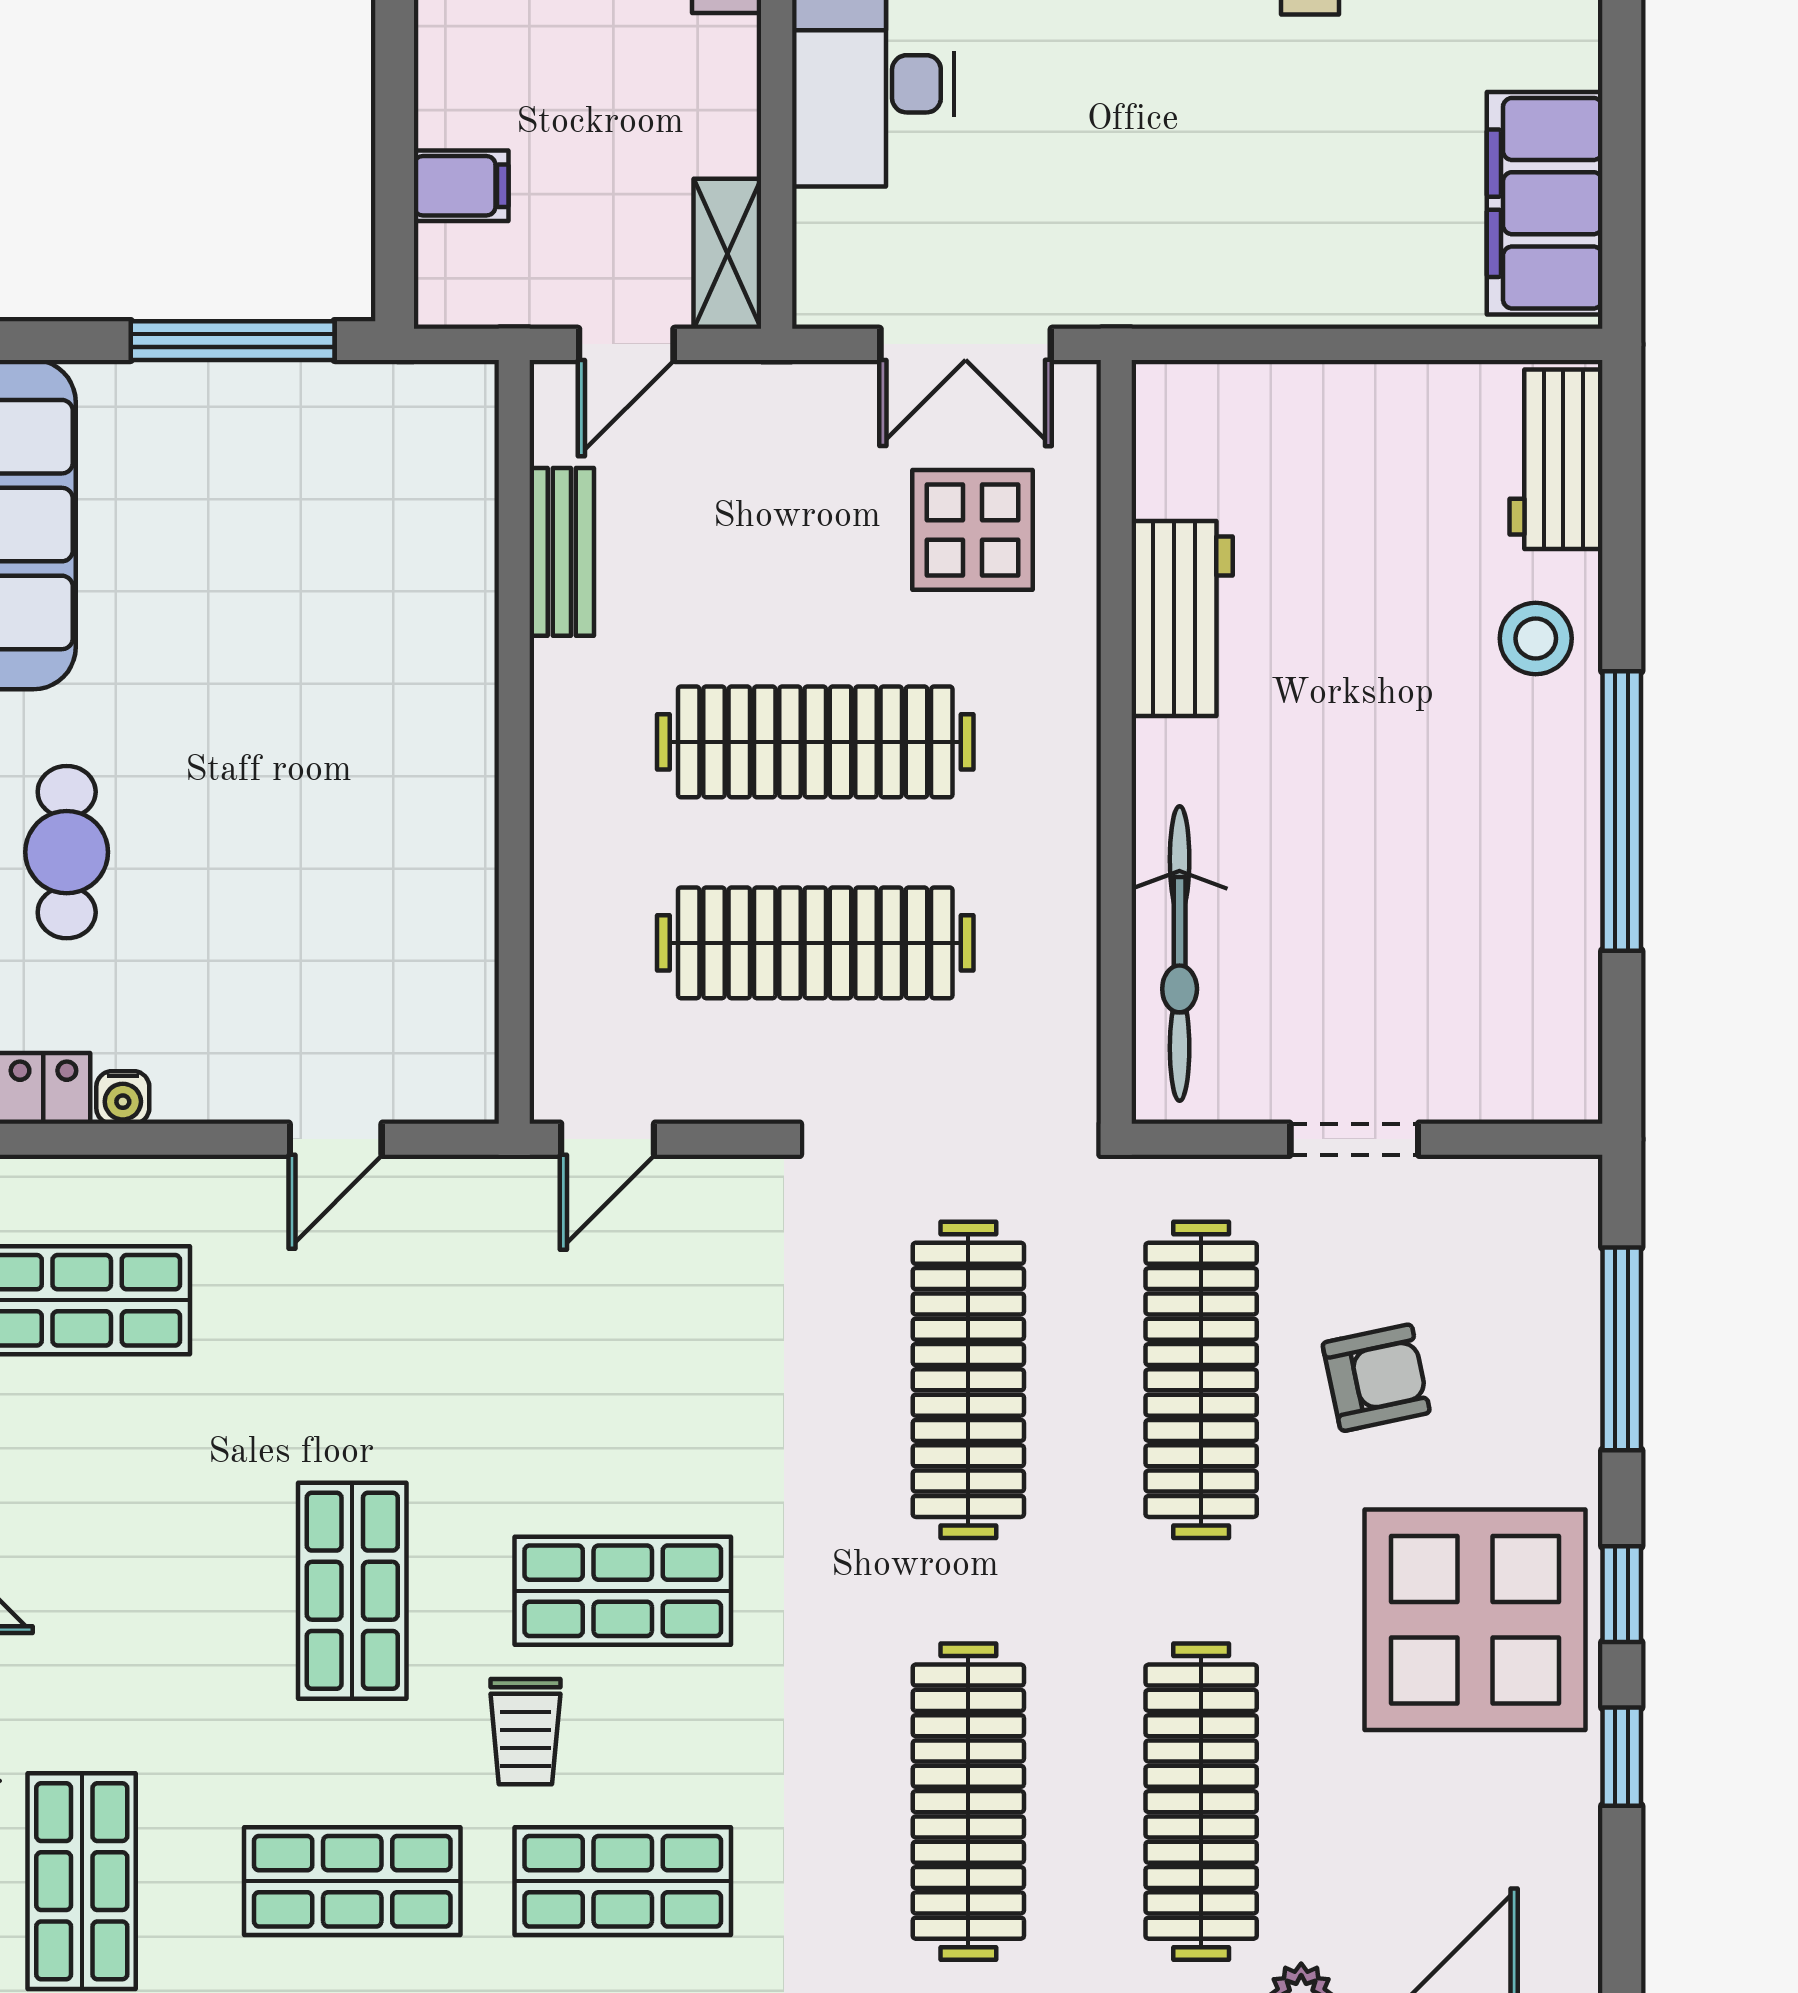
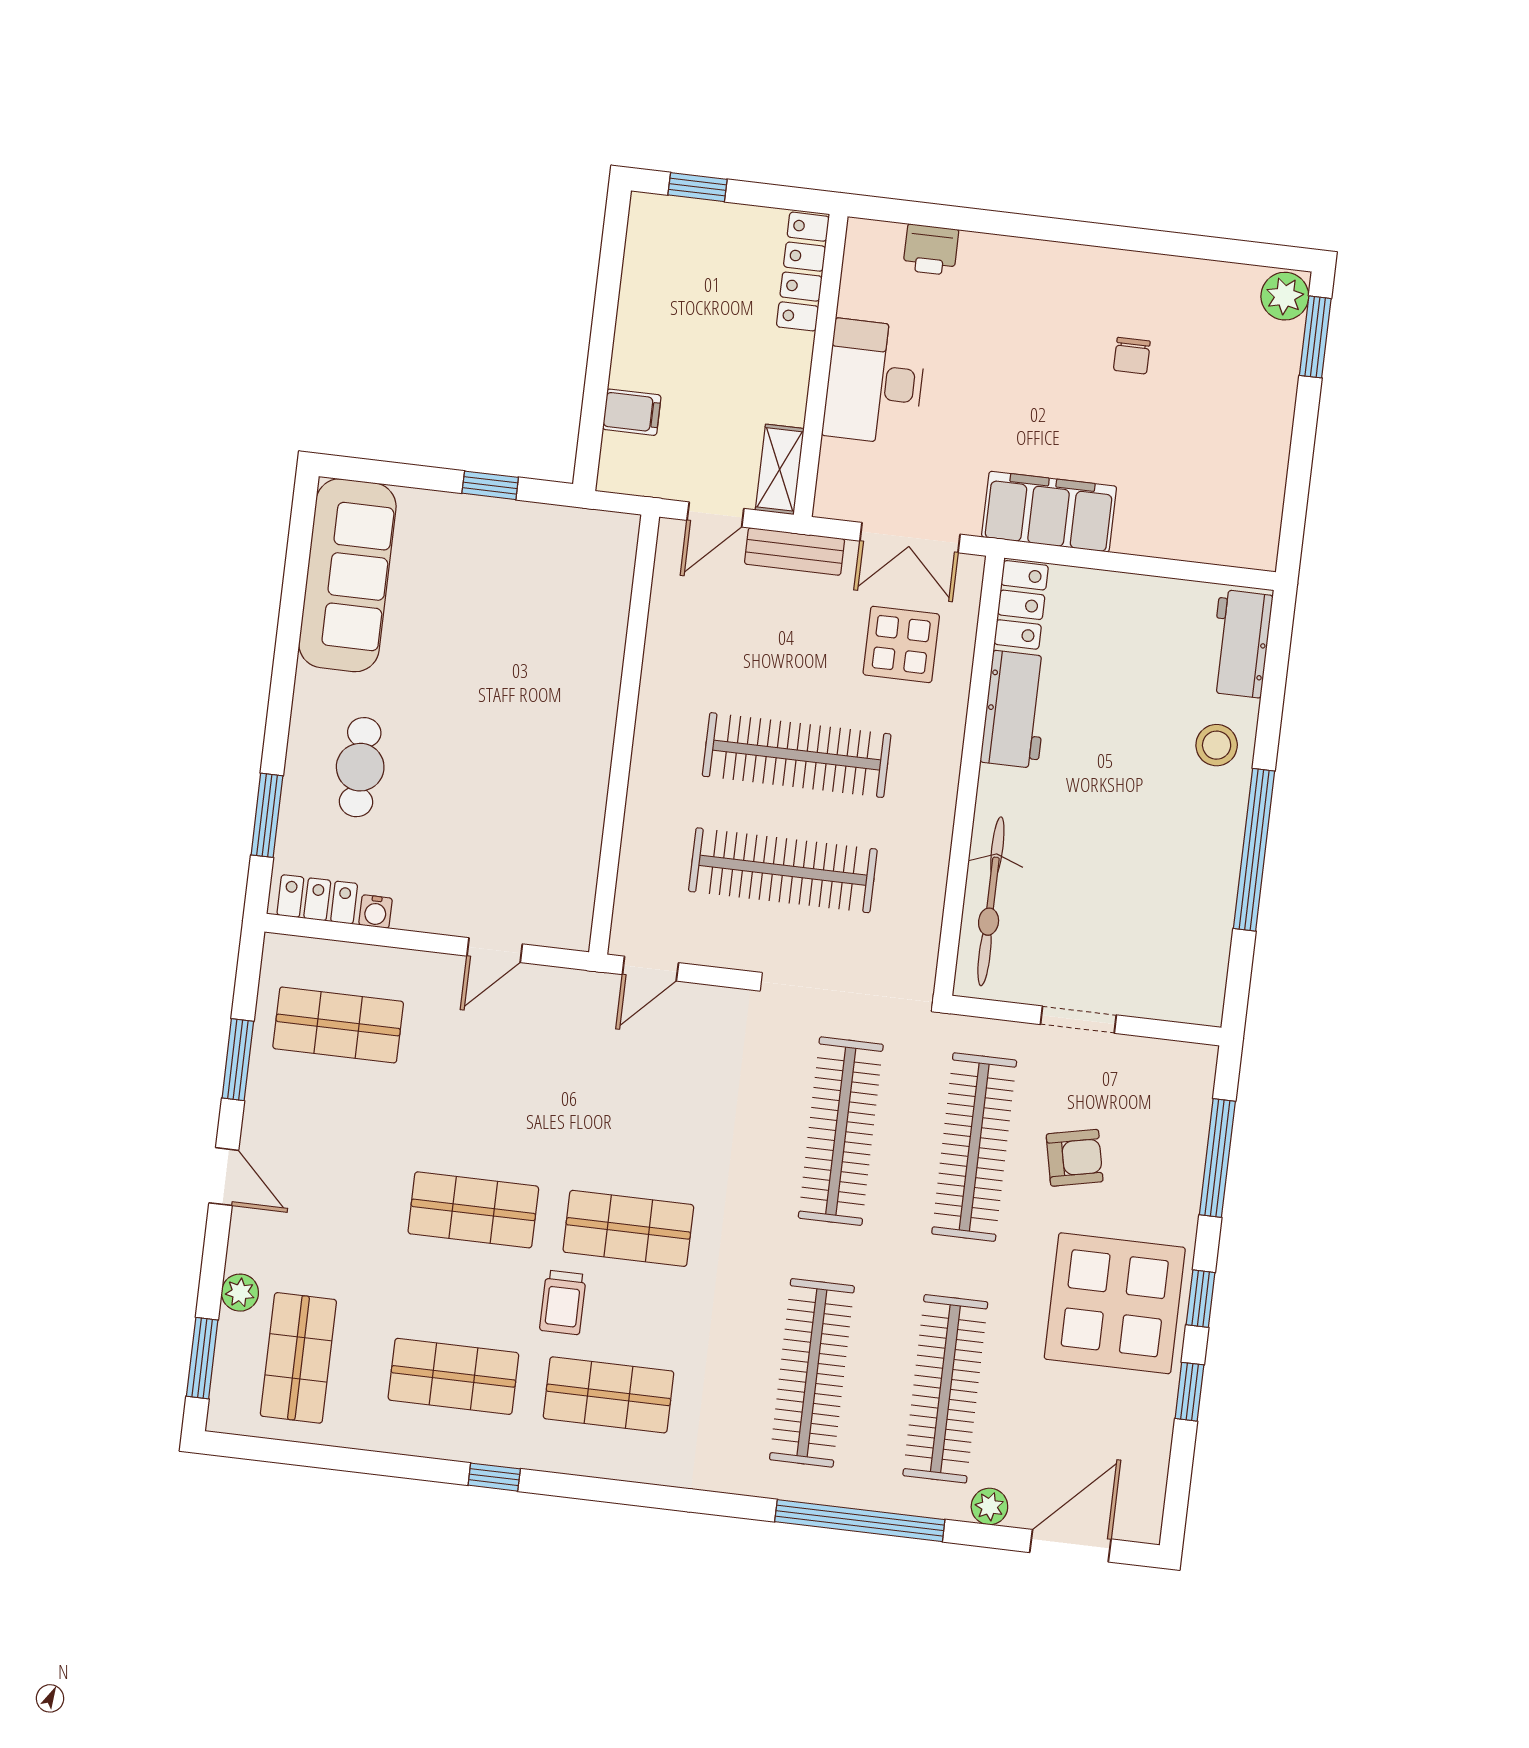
filing cabinet: (1545, 203) -> (1049, 512), moved, turned 90
window: (233, 341) -> (490, 485), width x0.46
locker: (1171, 437) -> (1021, 605), added
bench: (562, 552) -> (795, 551), moved, turned 90
shop shelf: (352, 1591) -> (473, 1210), turned 90

